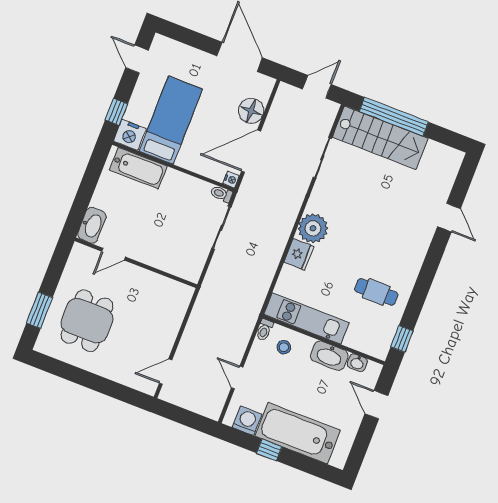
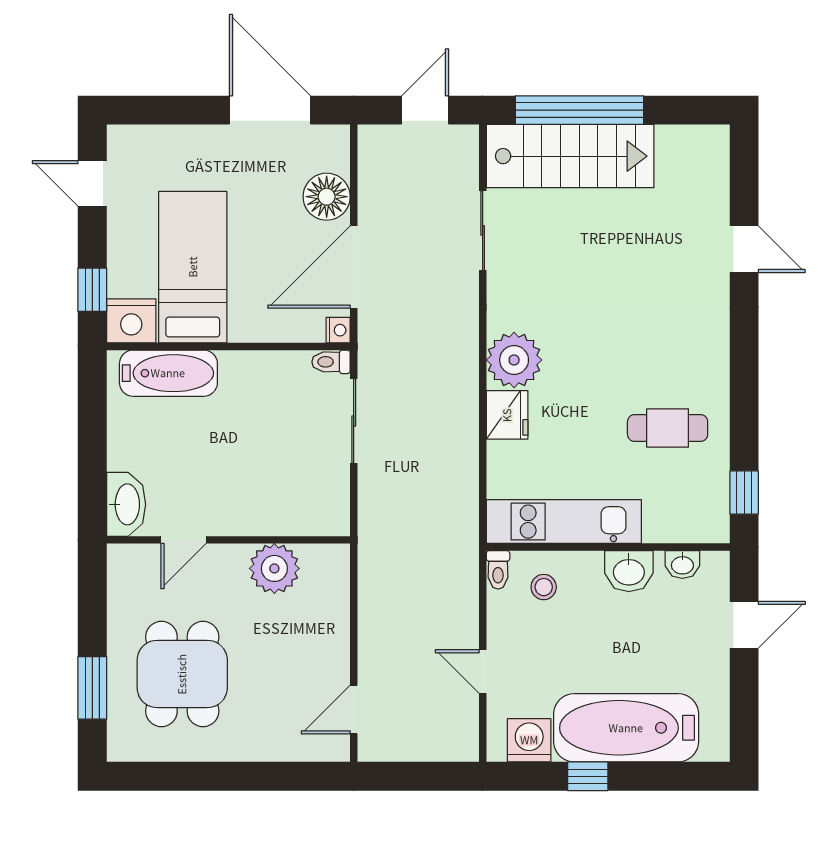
plant: (153, 286) -> (274, 568), added
washbasin: (329, 356) -> (629, 571), width x0.72
door: (376, 405) -> (744, 625), swing flipped

